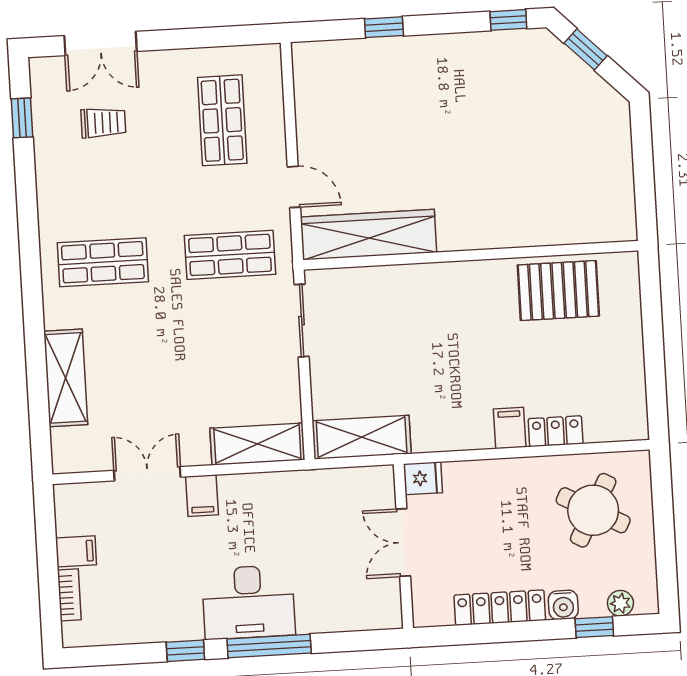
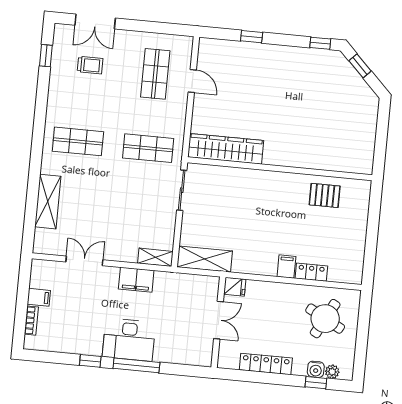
door: (294, 187) -> (192, 81), moved
pallet: (558, 291) -> (325, 195), width x0.67, depth x0.71
shelving: (257, 444) -> (155, 257), width x0.67, depth x0.75
filing cabinet: (202, 496) -> (136, 280), moved, width x2.00
double door: (403, 542) -> (219, 320), swing flipped
water cooler: (563, 605) -> (316, 369), moved

